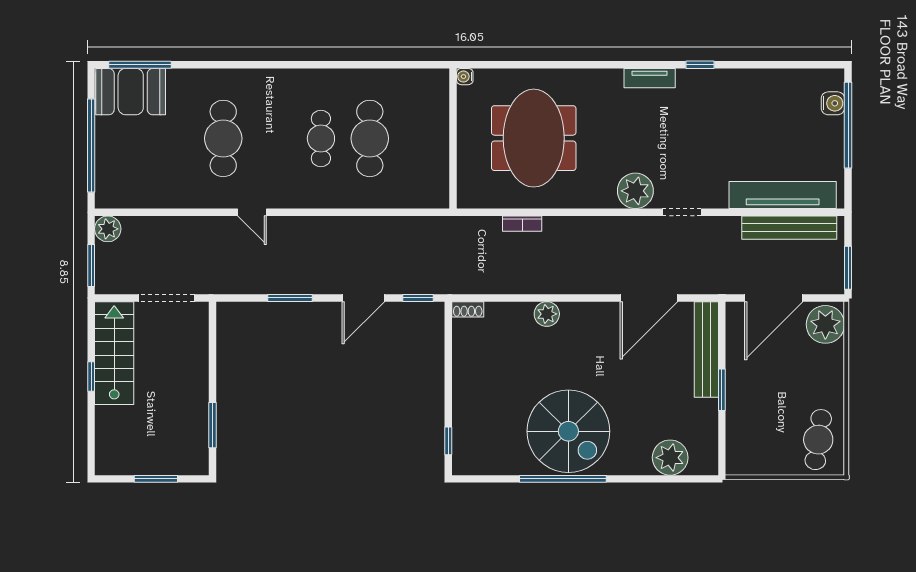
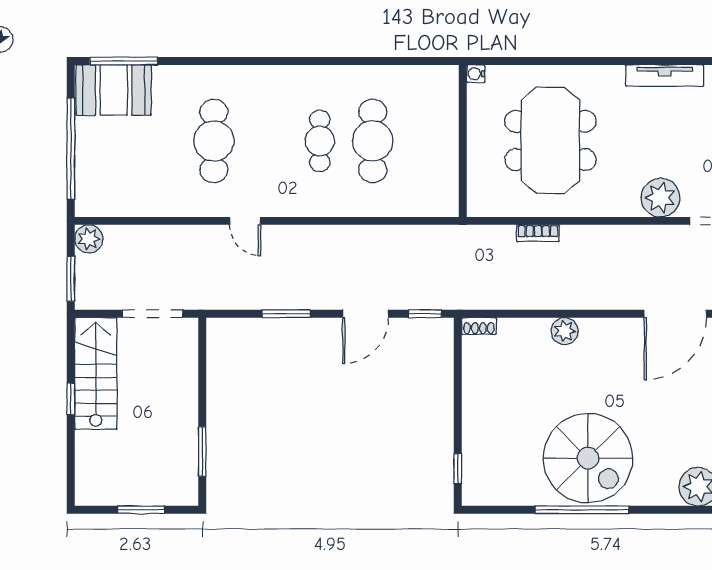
tv unit: (650, 78) -> (665, 75), width x1.41

